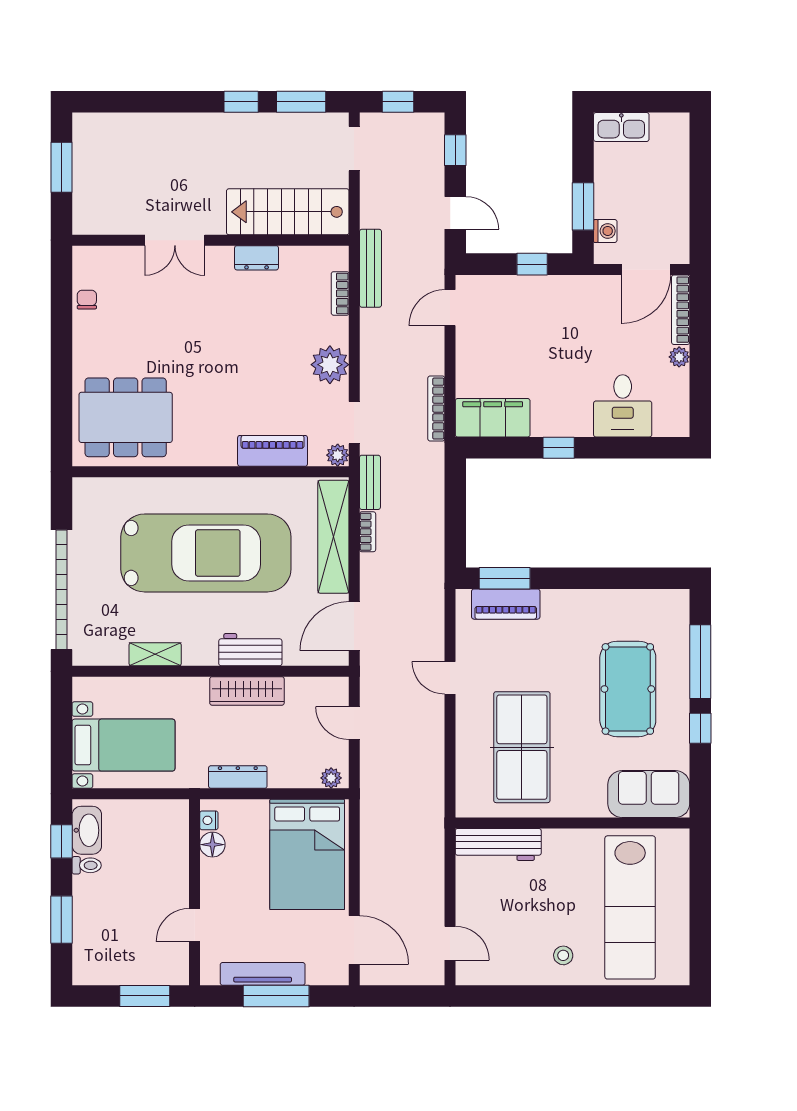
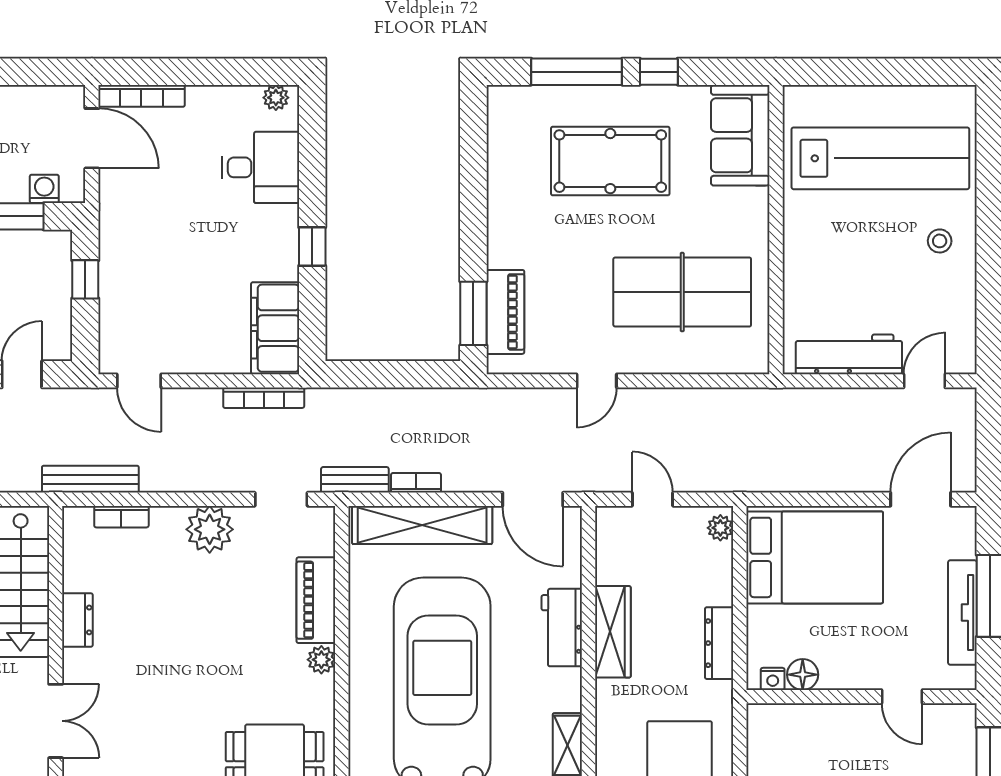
plant: (679, 357) -> (276, 98), moved
plant: (338, 455) -> (321, 660), moved
door: (354, 723) -> (652, 499), swing flipped
workbench: (498, 844) -> (849, 354), moved, turned -90

